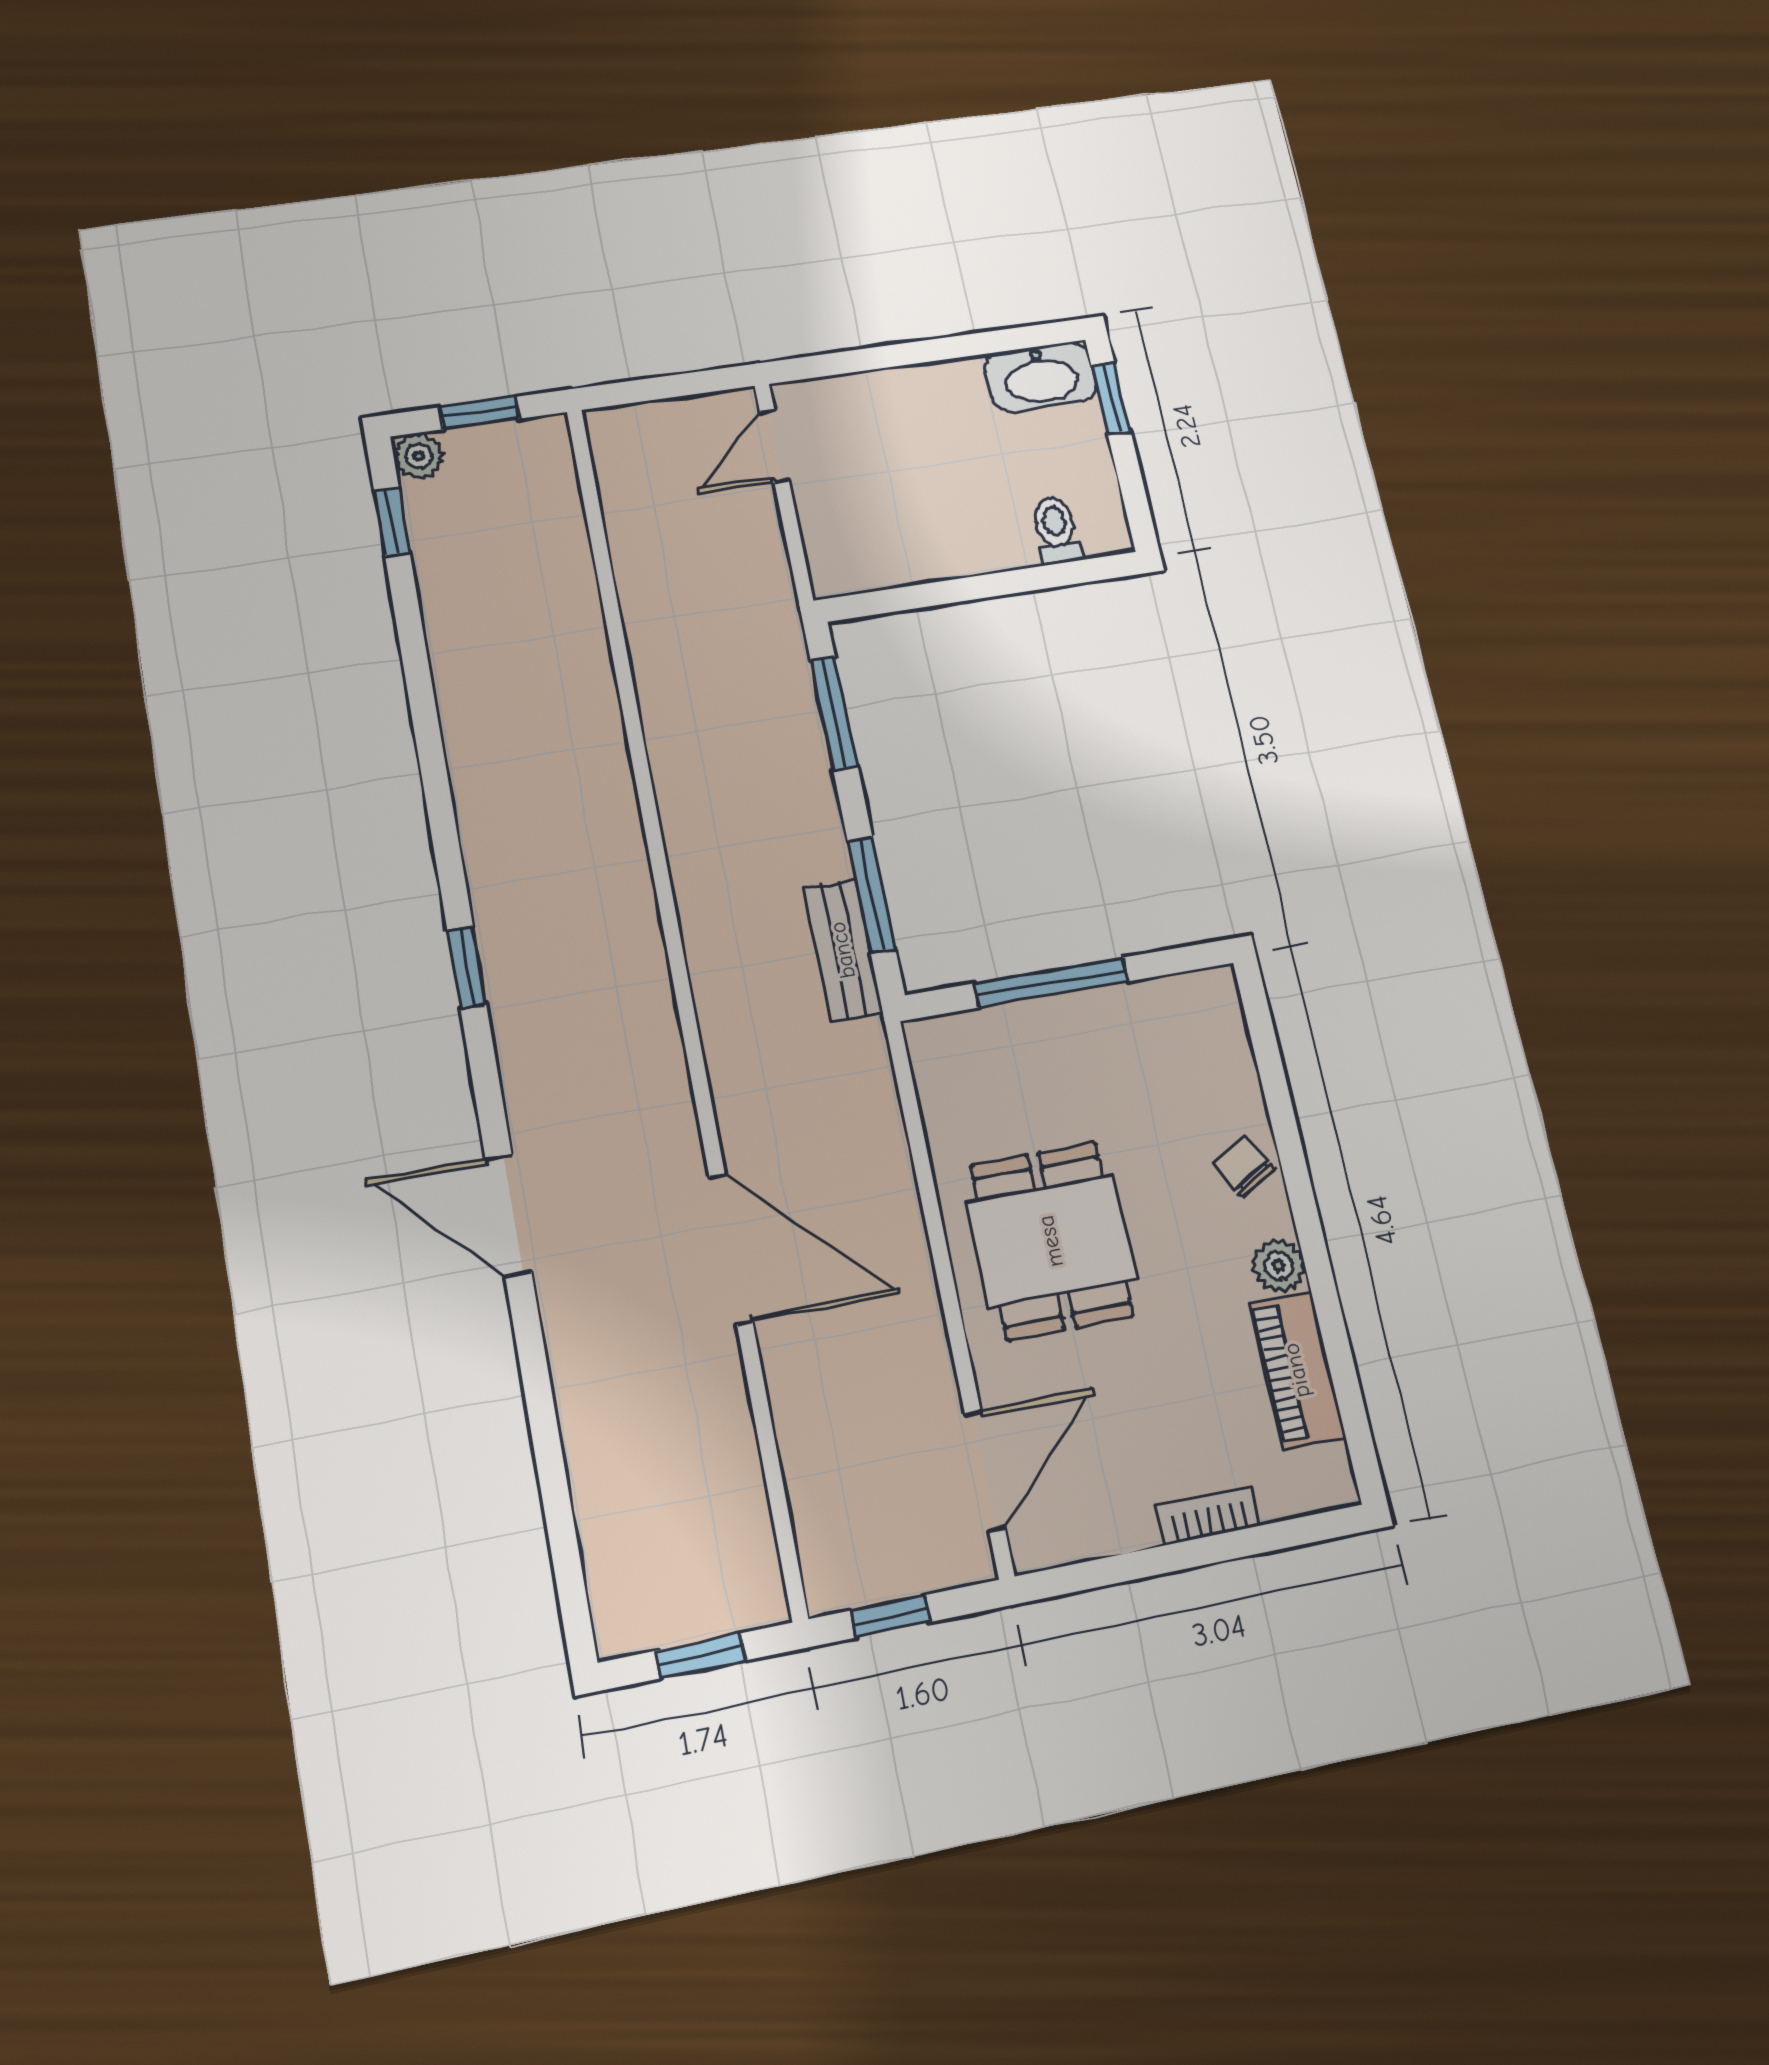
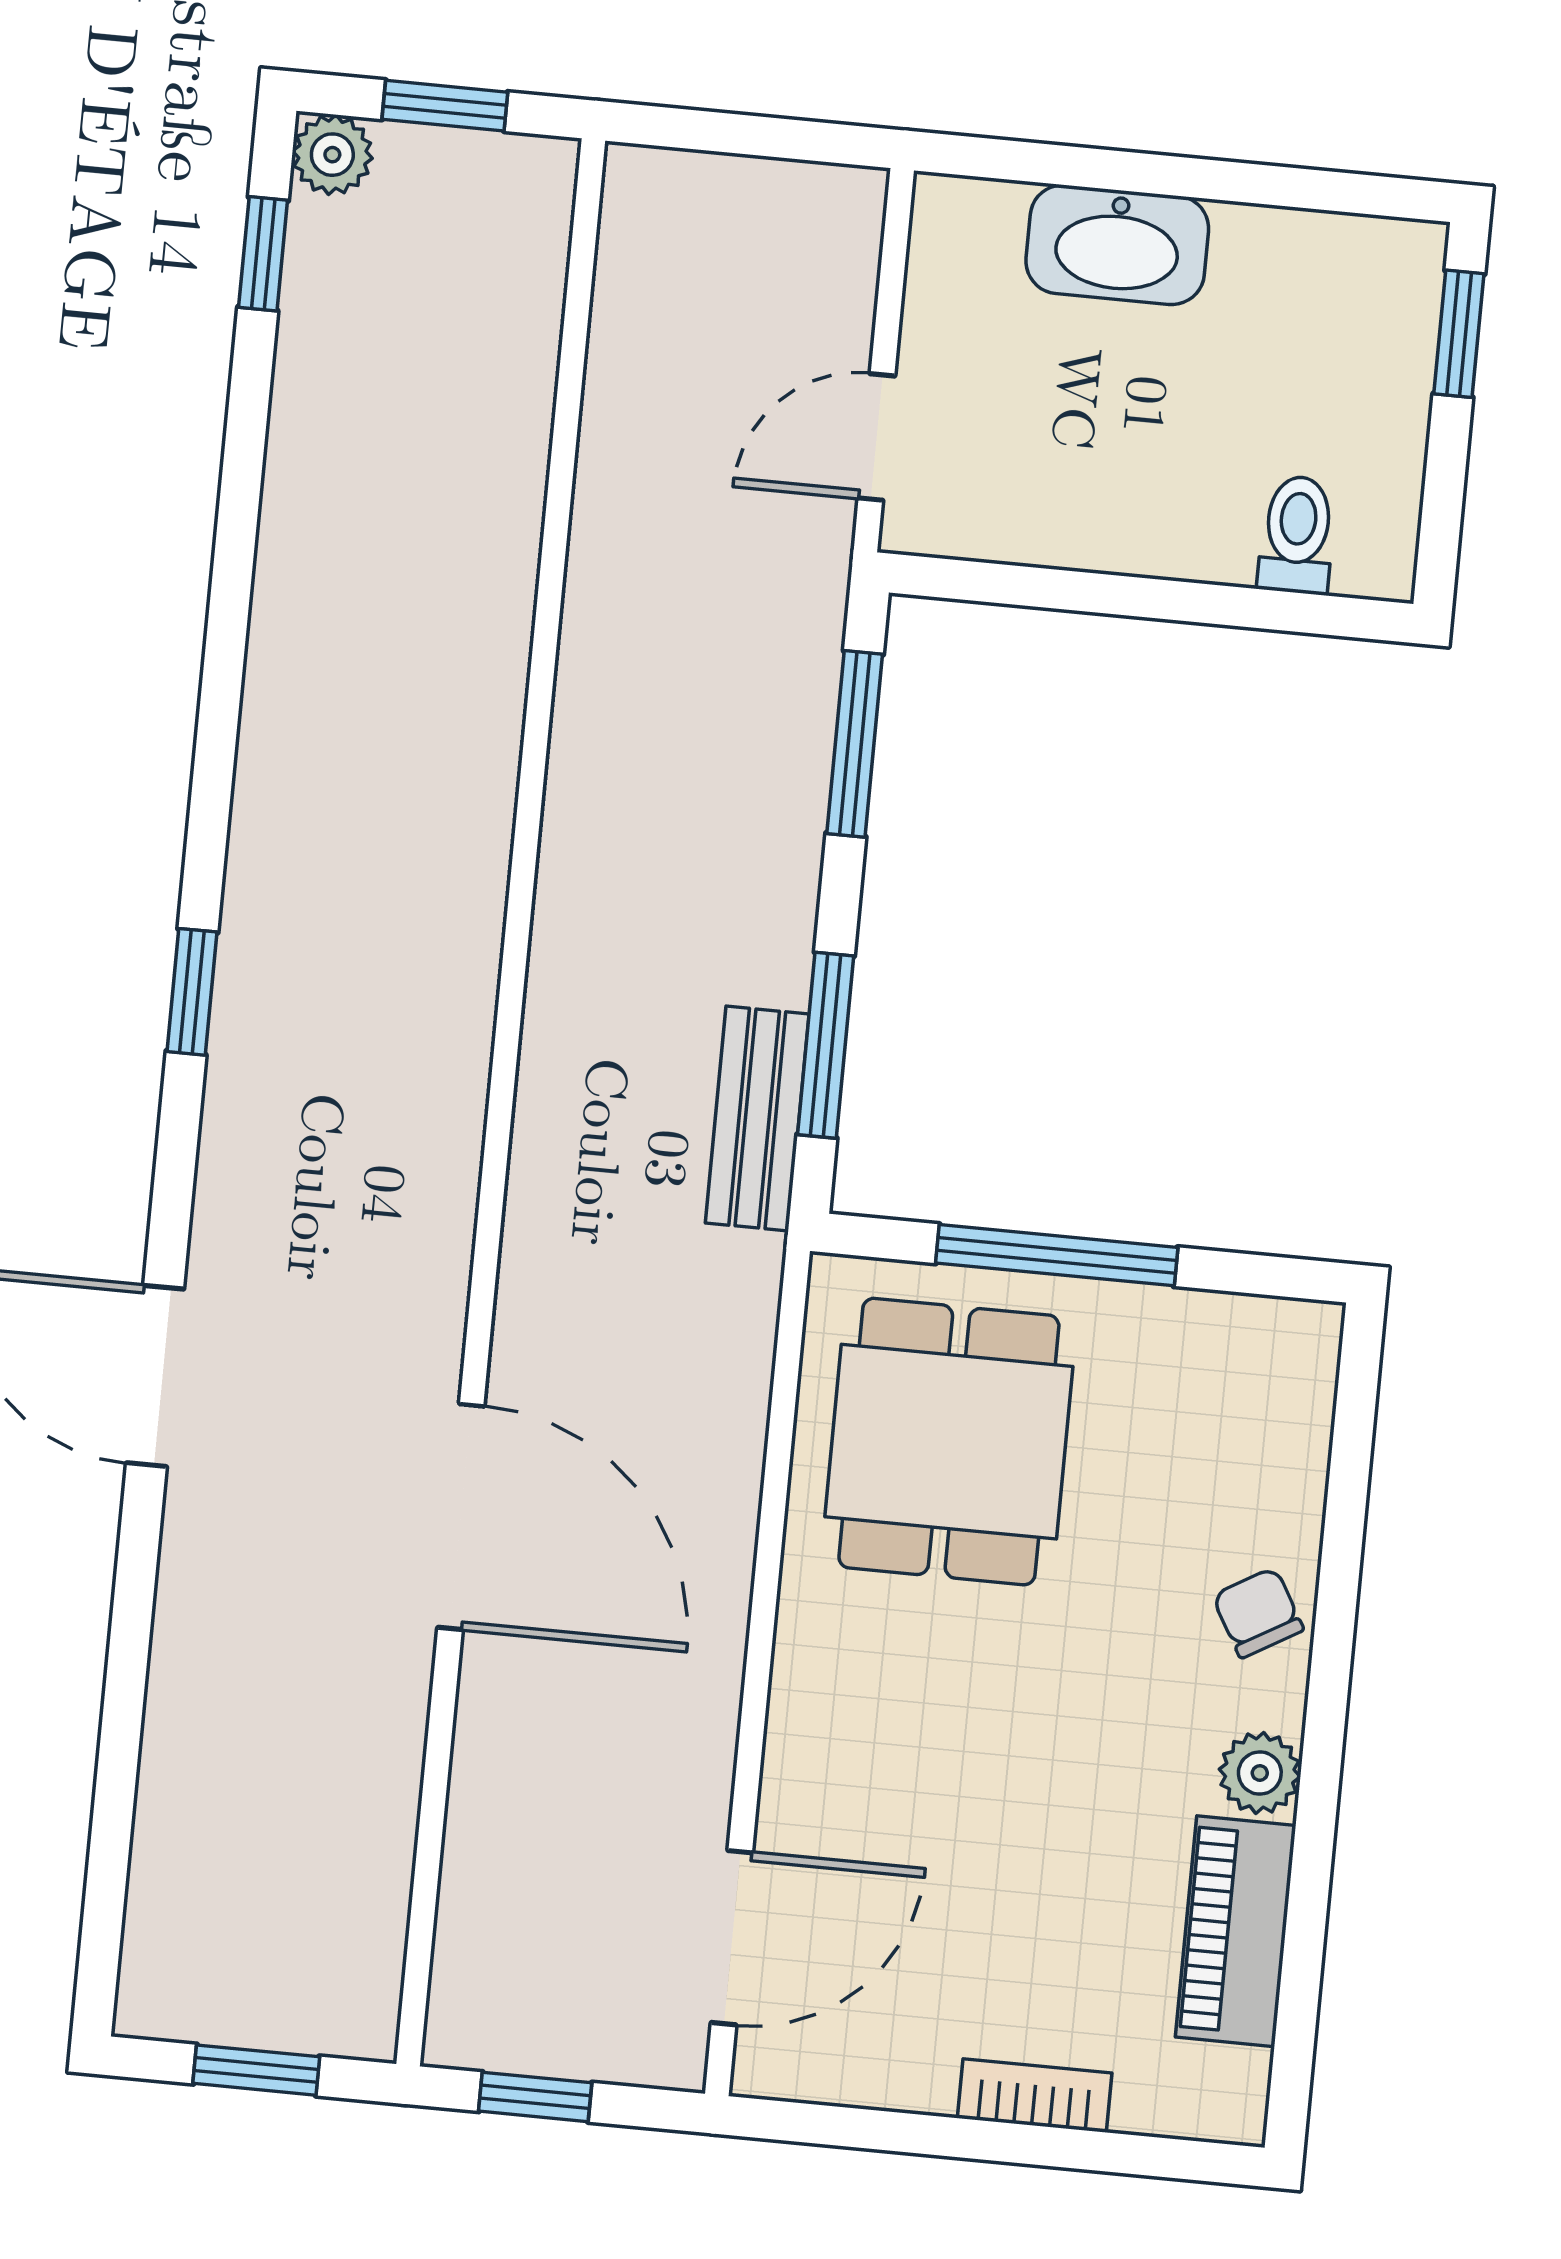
washbasin: (1041, 377) -> (1117, 245), moved
door: (774, 446) -> (876, 437), moved
dining table: (1051, 1241) -> (949, 1442), moved

